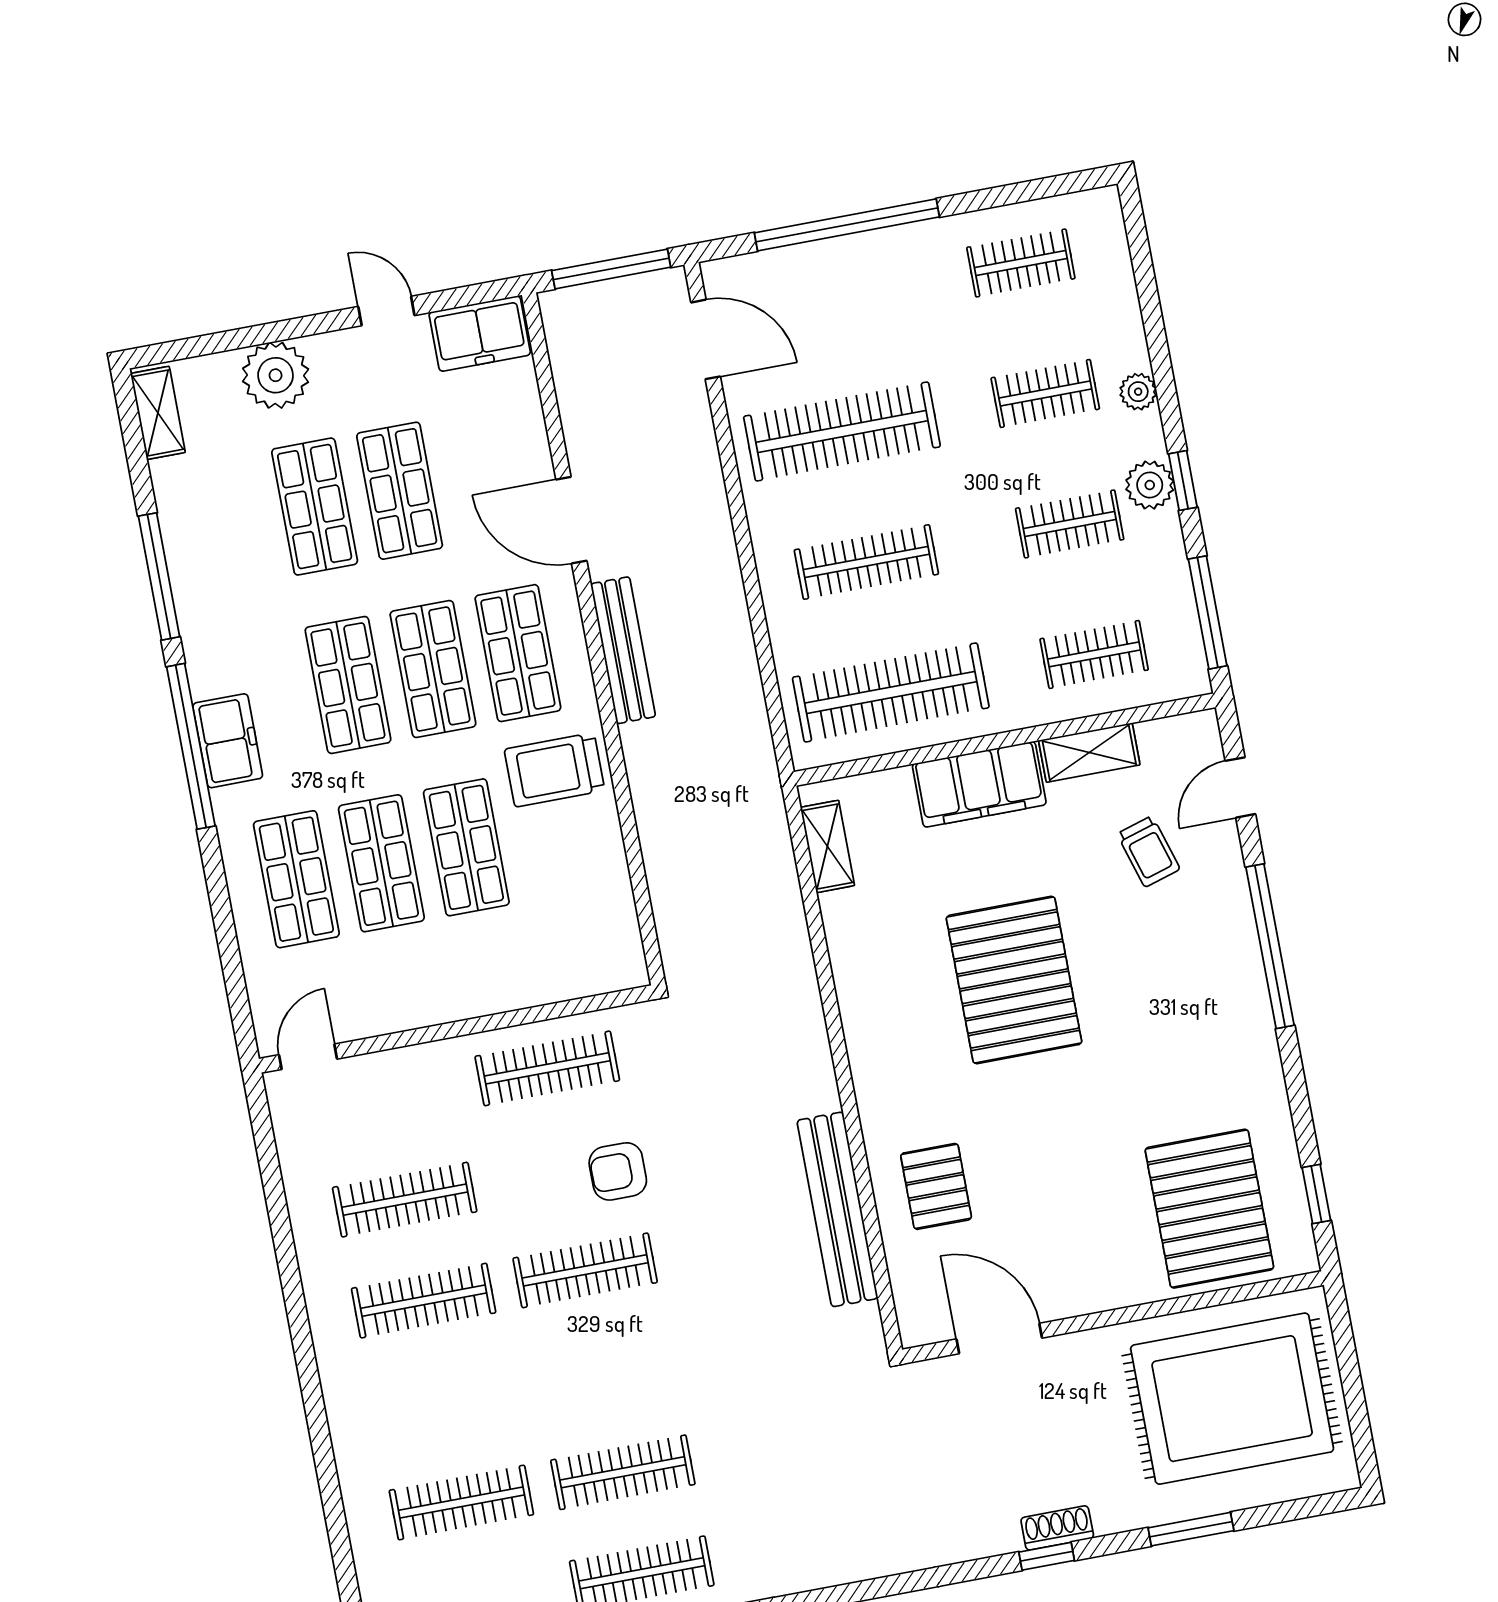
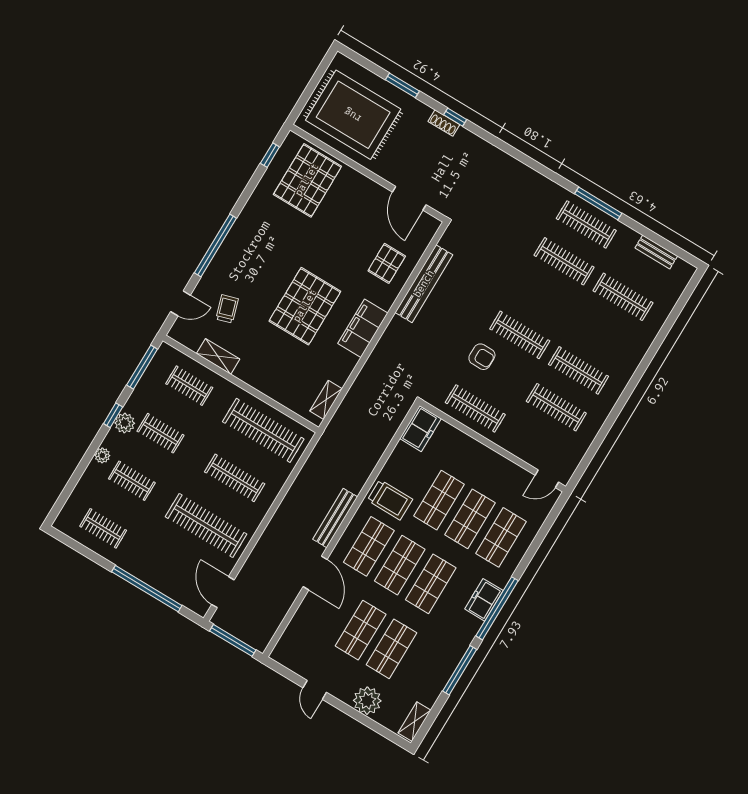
freezer: (480, 334) -> (420, 429), moved, turned 90
filing cabinet: (979, 784) -> (363, 328), moved, turned -90

